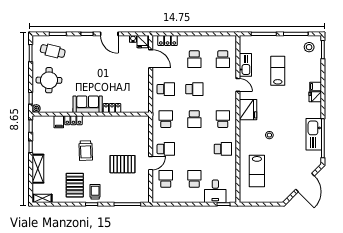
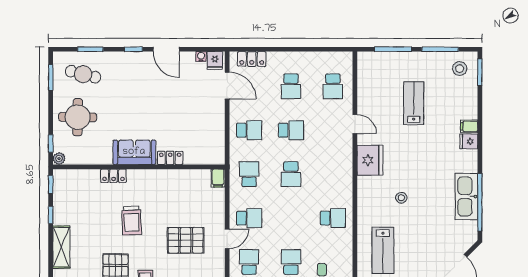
kitchen sink: (245, 65) -> (366, 95), removed
school desk: (223, 119) -> (333, 174), removed
filing cabinet: (59, 122) -> (218, 178), moved

